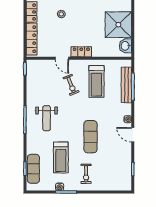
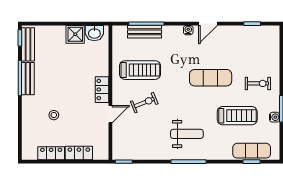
shower: (118, 25) -> (75, 34), width x0.54, depth x0.54
locker: (32, 39) -> (79, 153), width x0.66
bench: (126, 85) -> (144, 32), width x0.73

